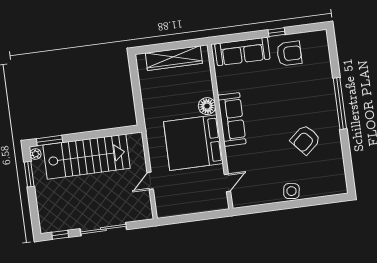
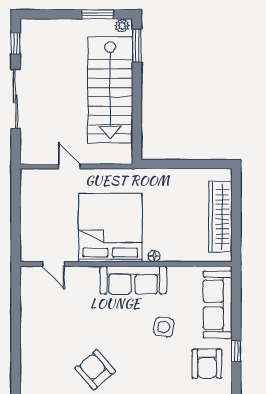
floor lamp: (207, 106) -> (154, 256), width x0.53, depth x0.53
side table: (291, 191) -> (164, 327), moved

